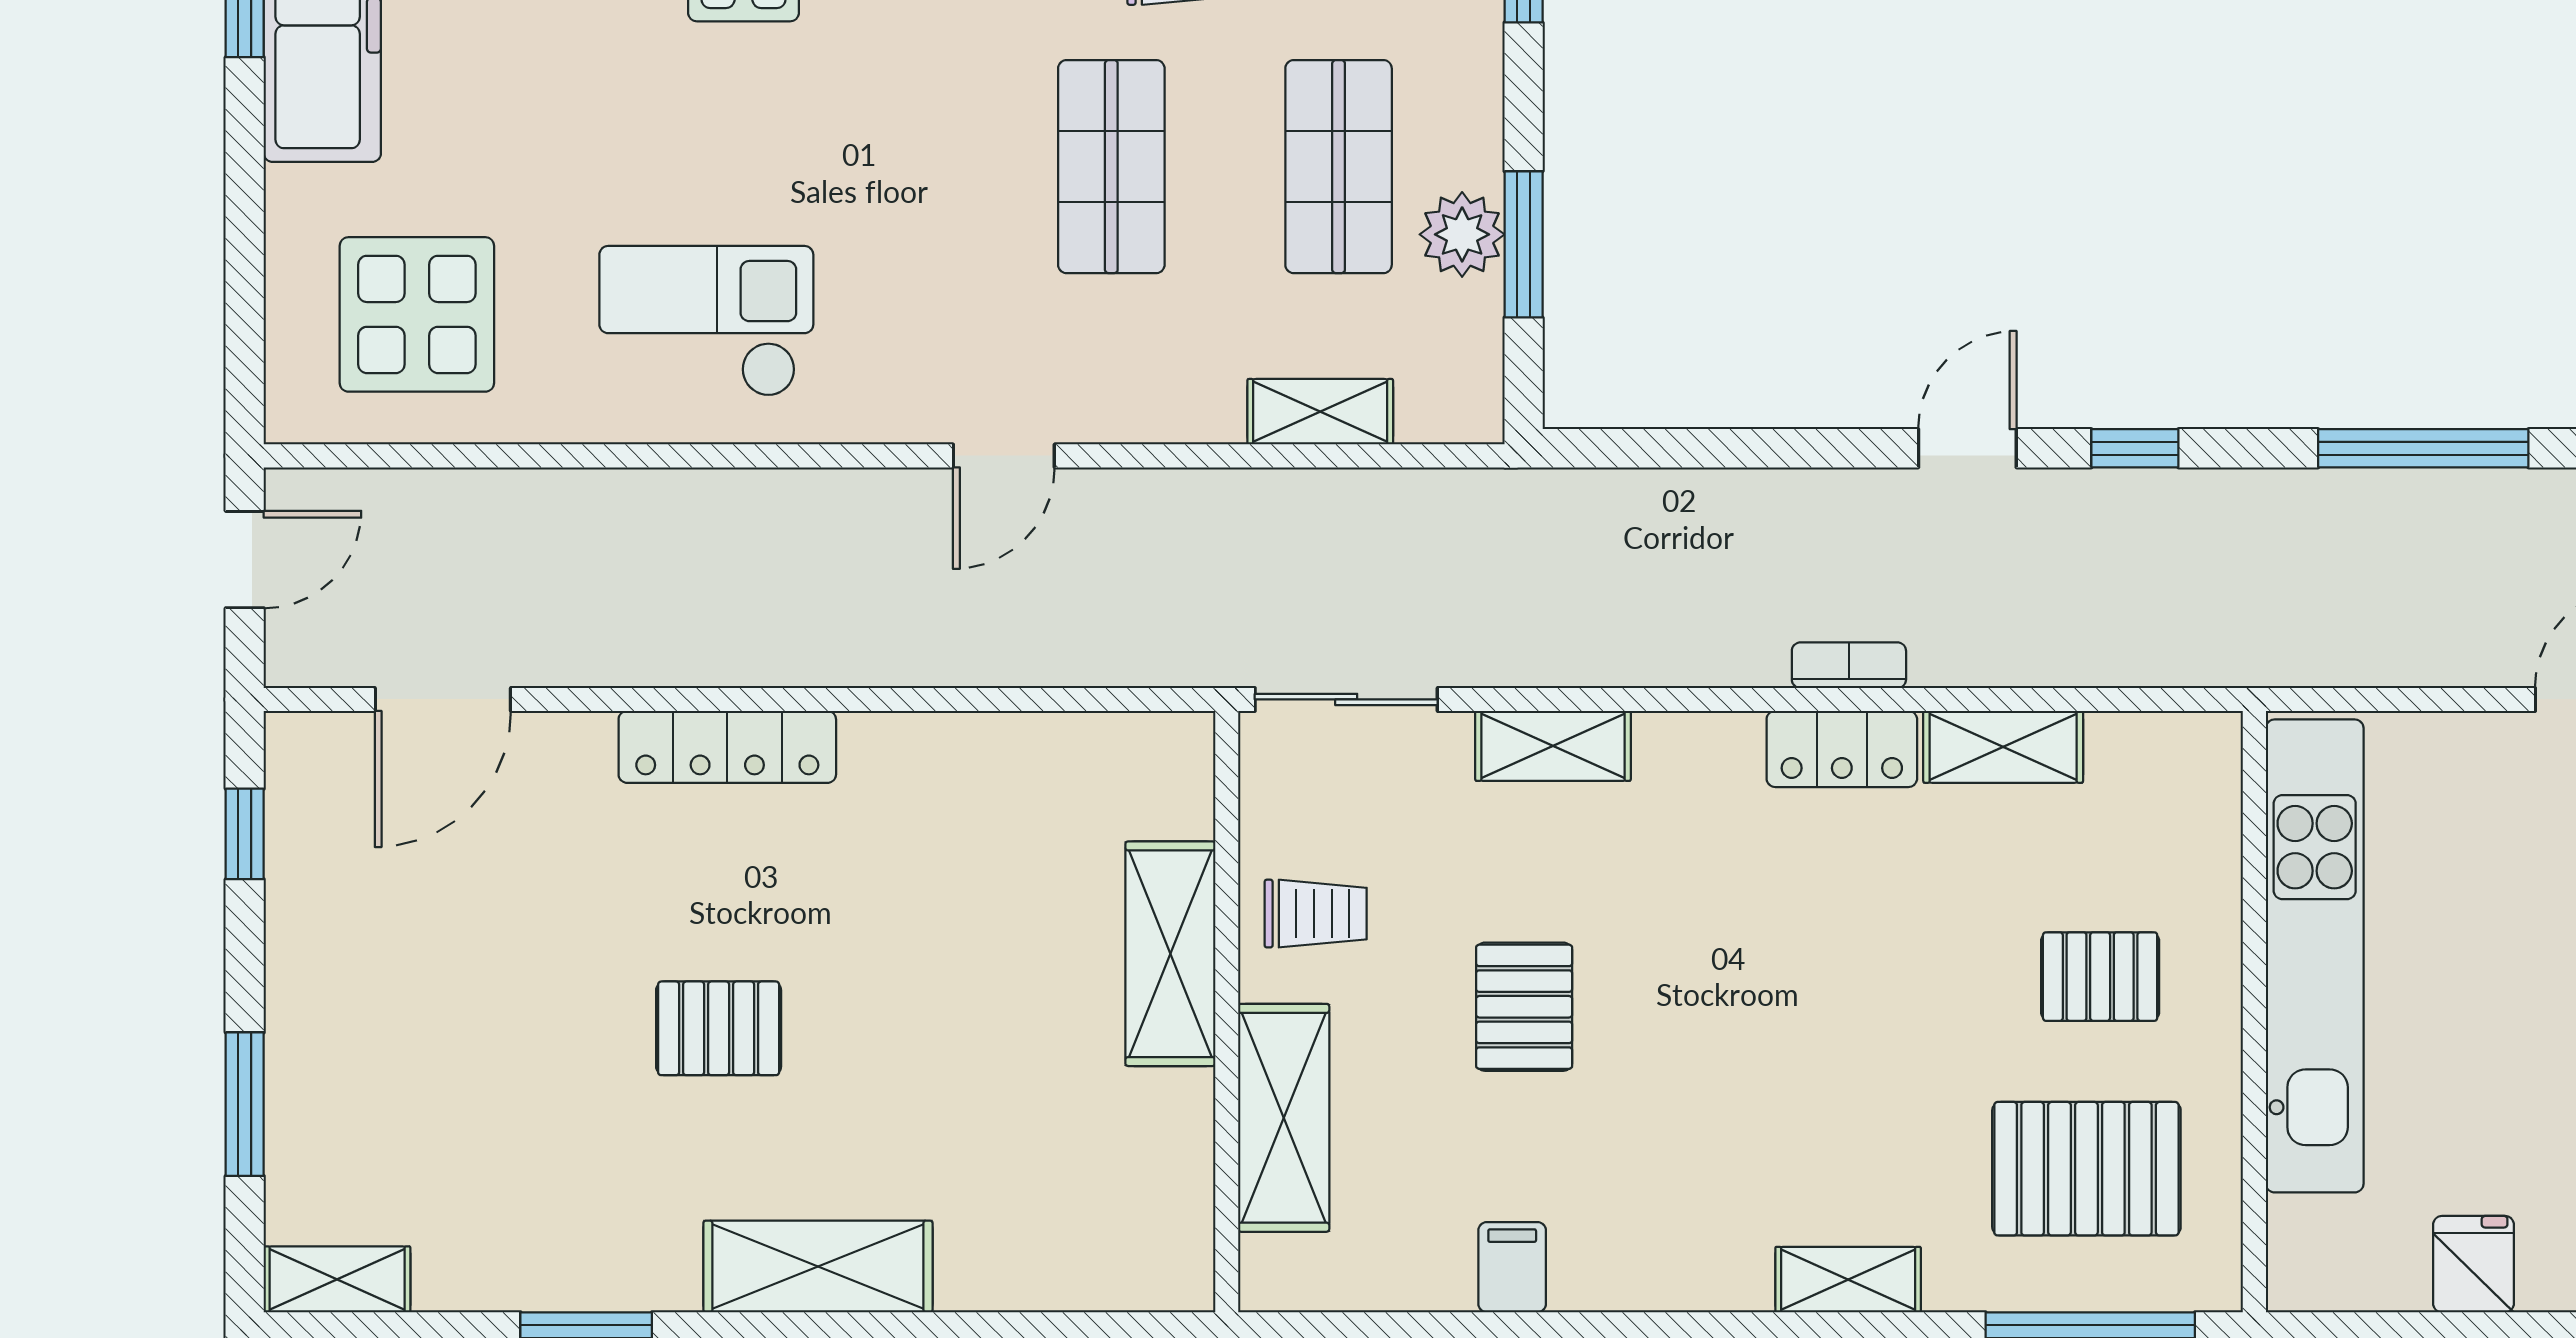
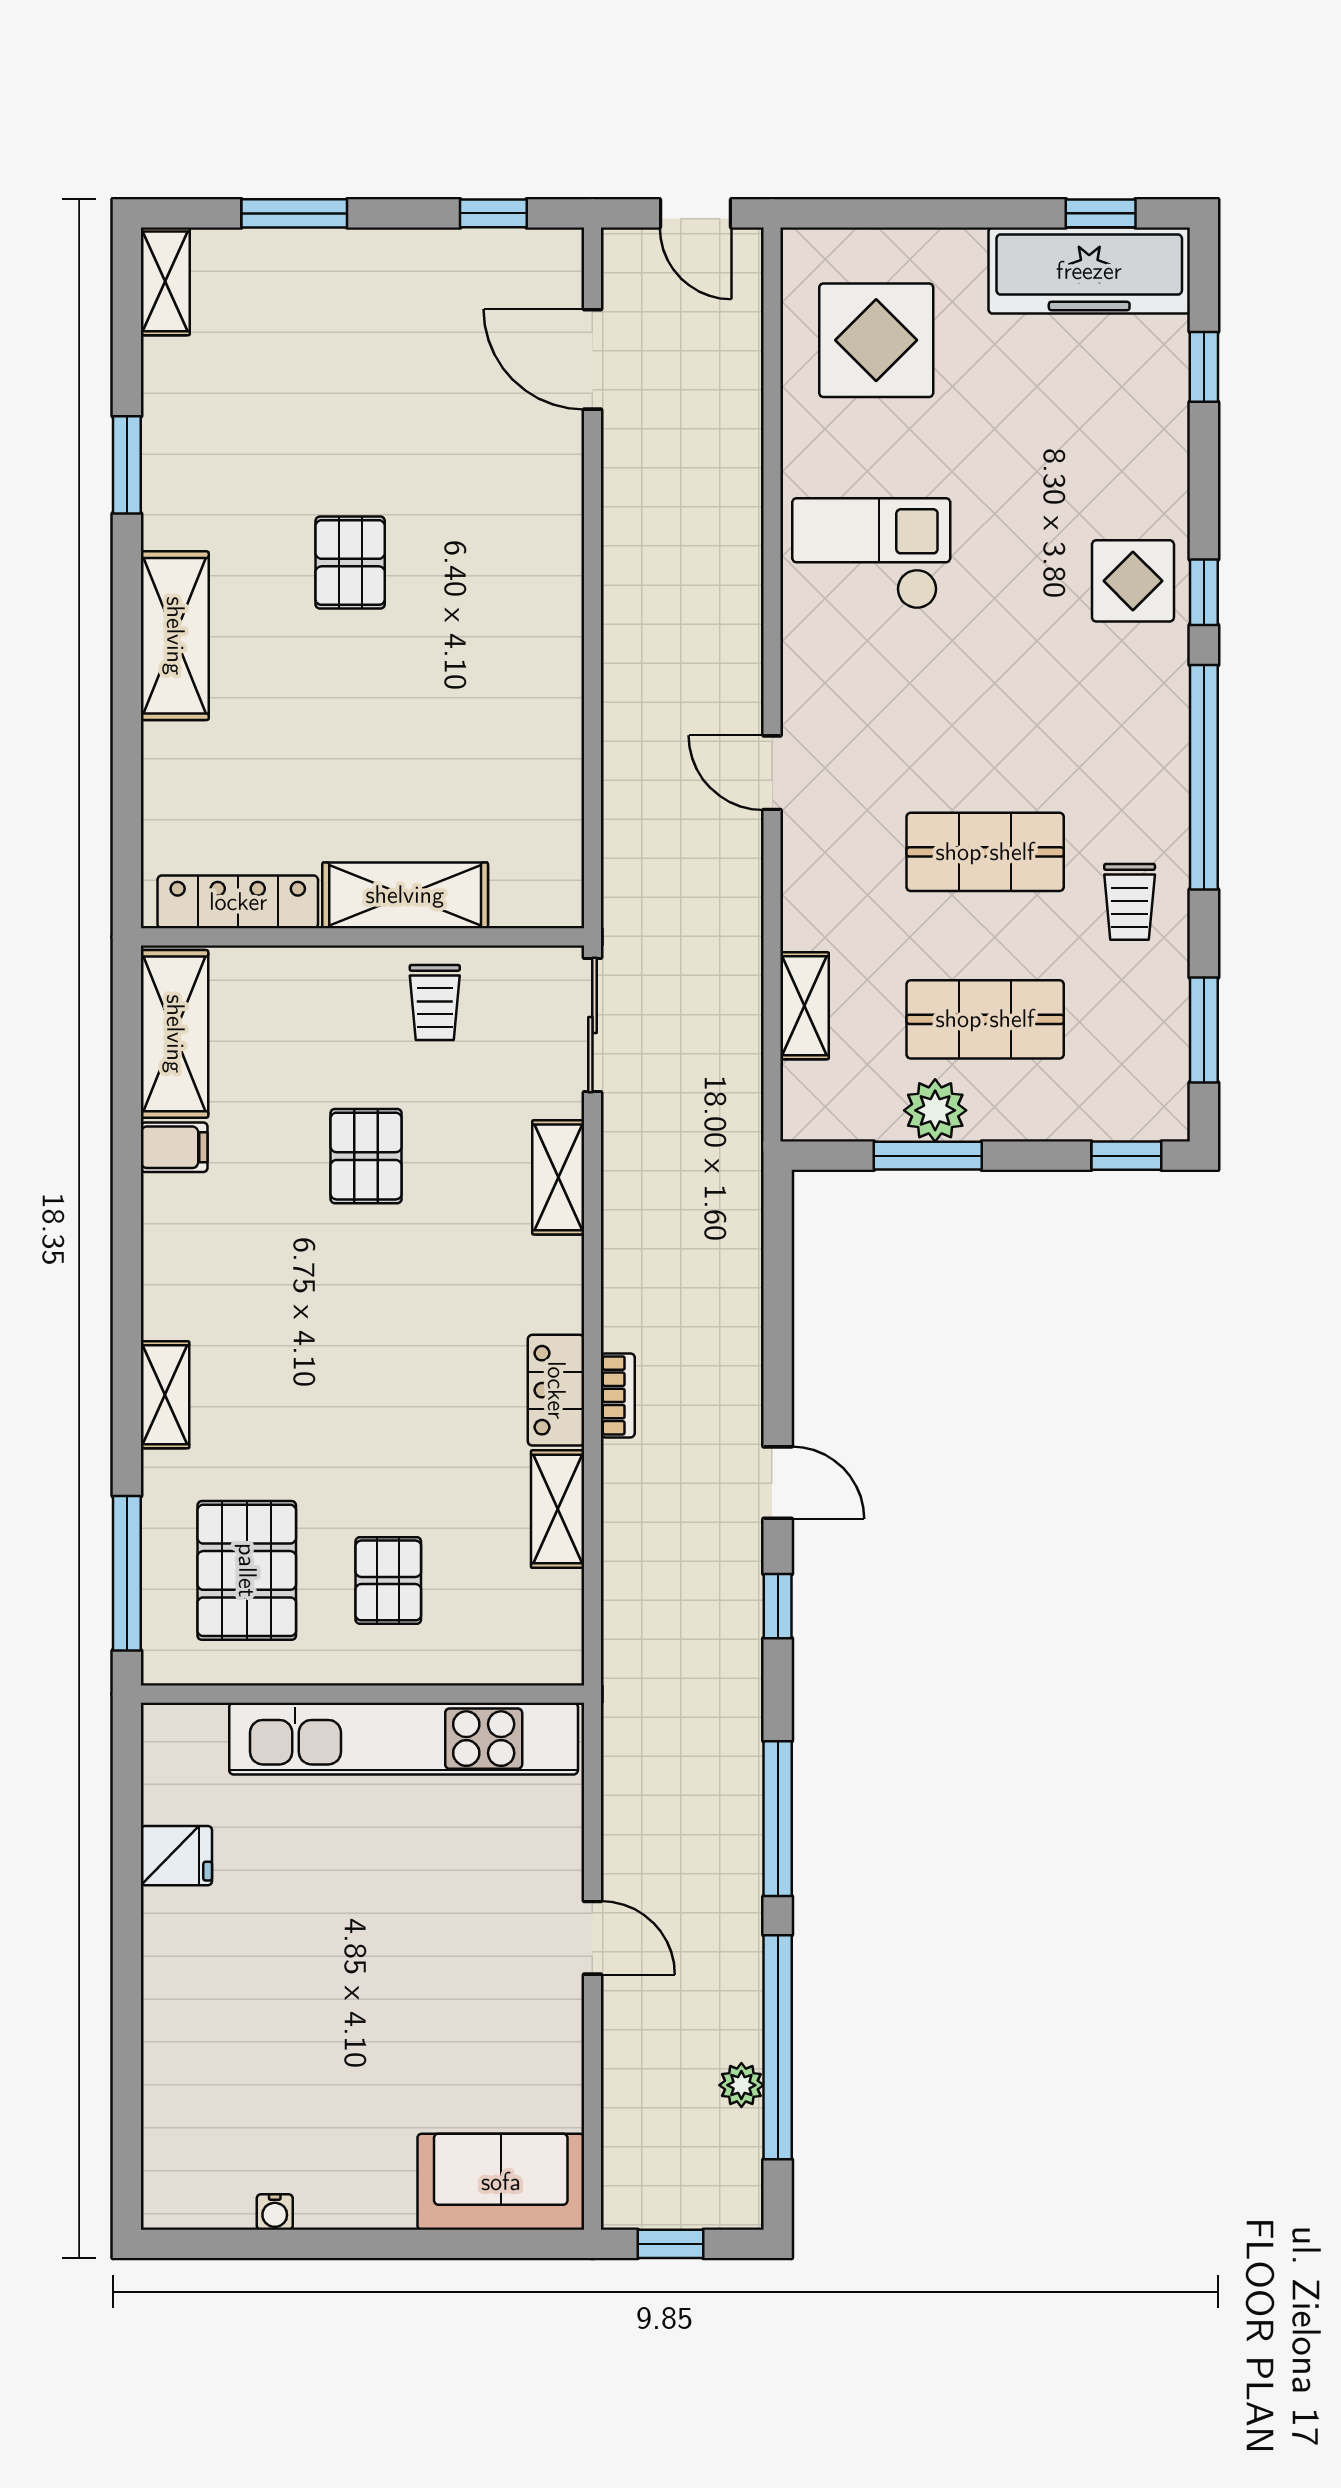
checkout: (706, 321) -> (871, 553), turned -90
locker: (727, 747) -> (238, 902), moved, turned 90
pallet: (1524, 1007) -> (366, 1156), turned 90
shelving: (1284, 1118) -> (175, 1034), moved, turned 90

